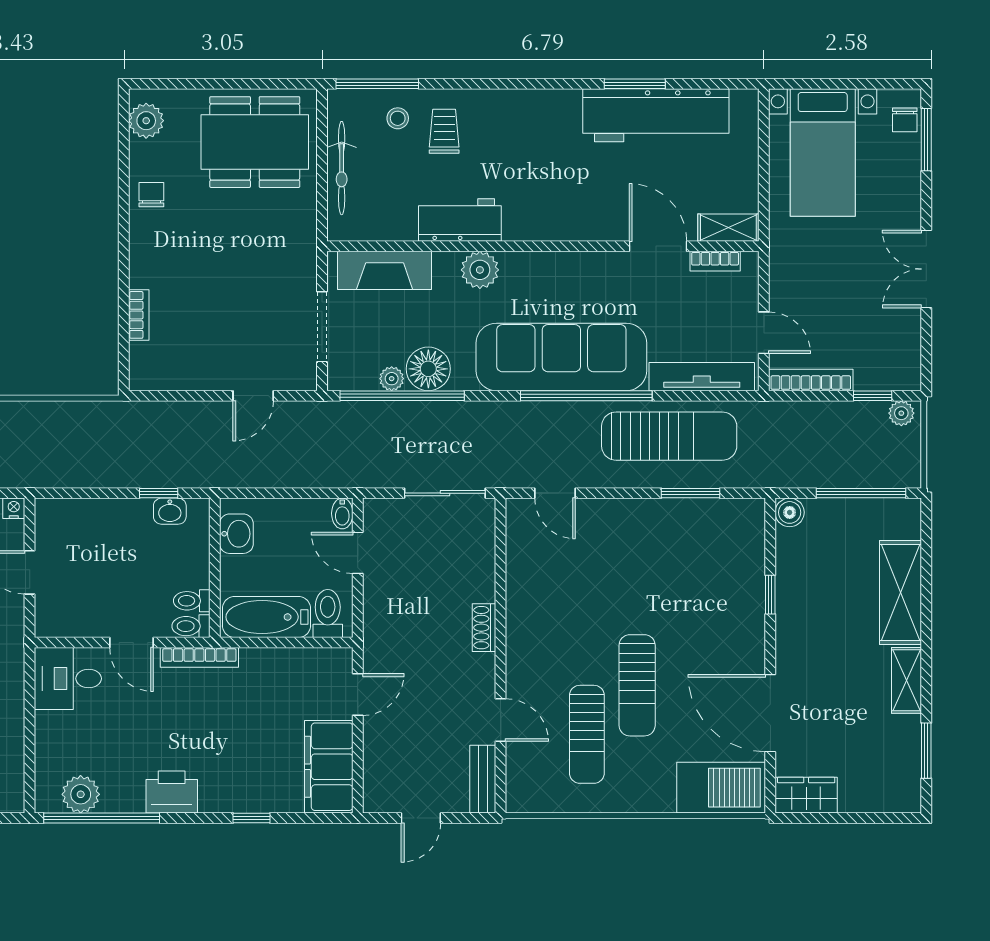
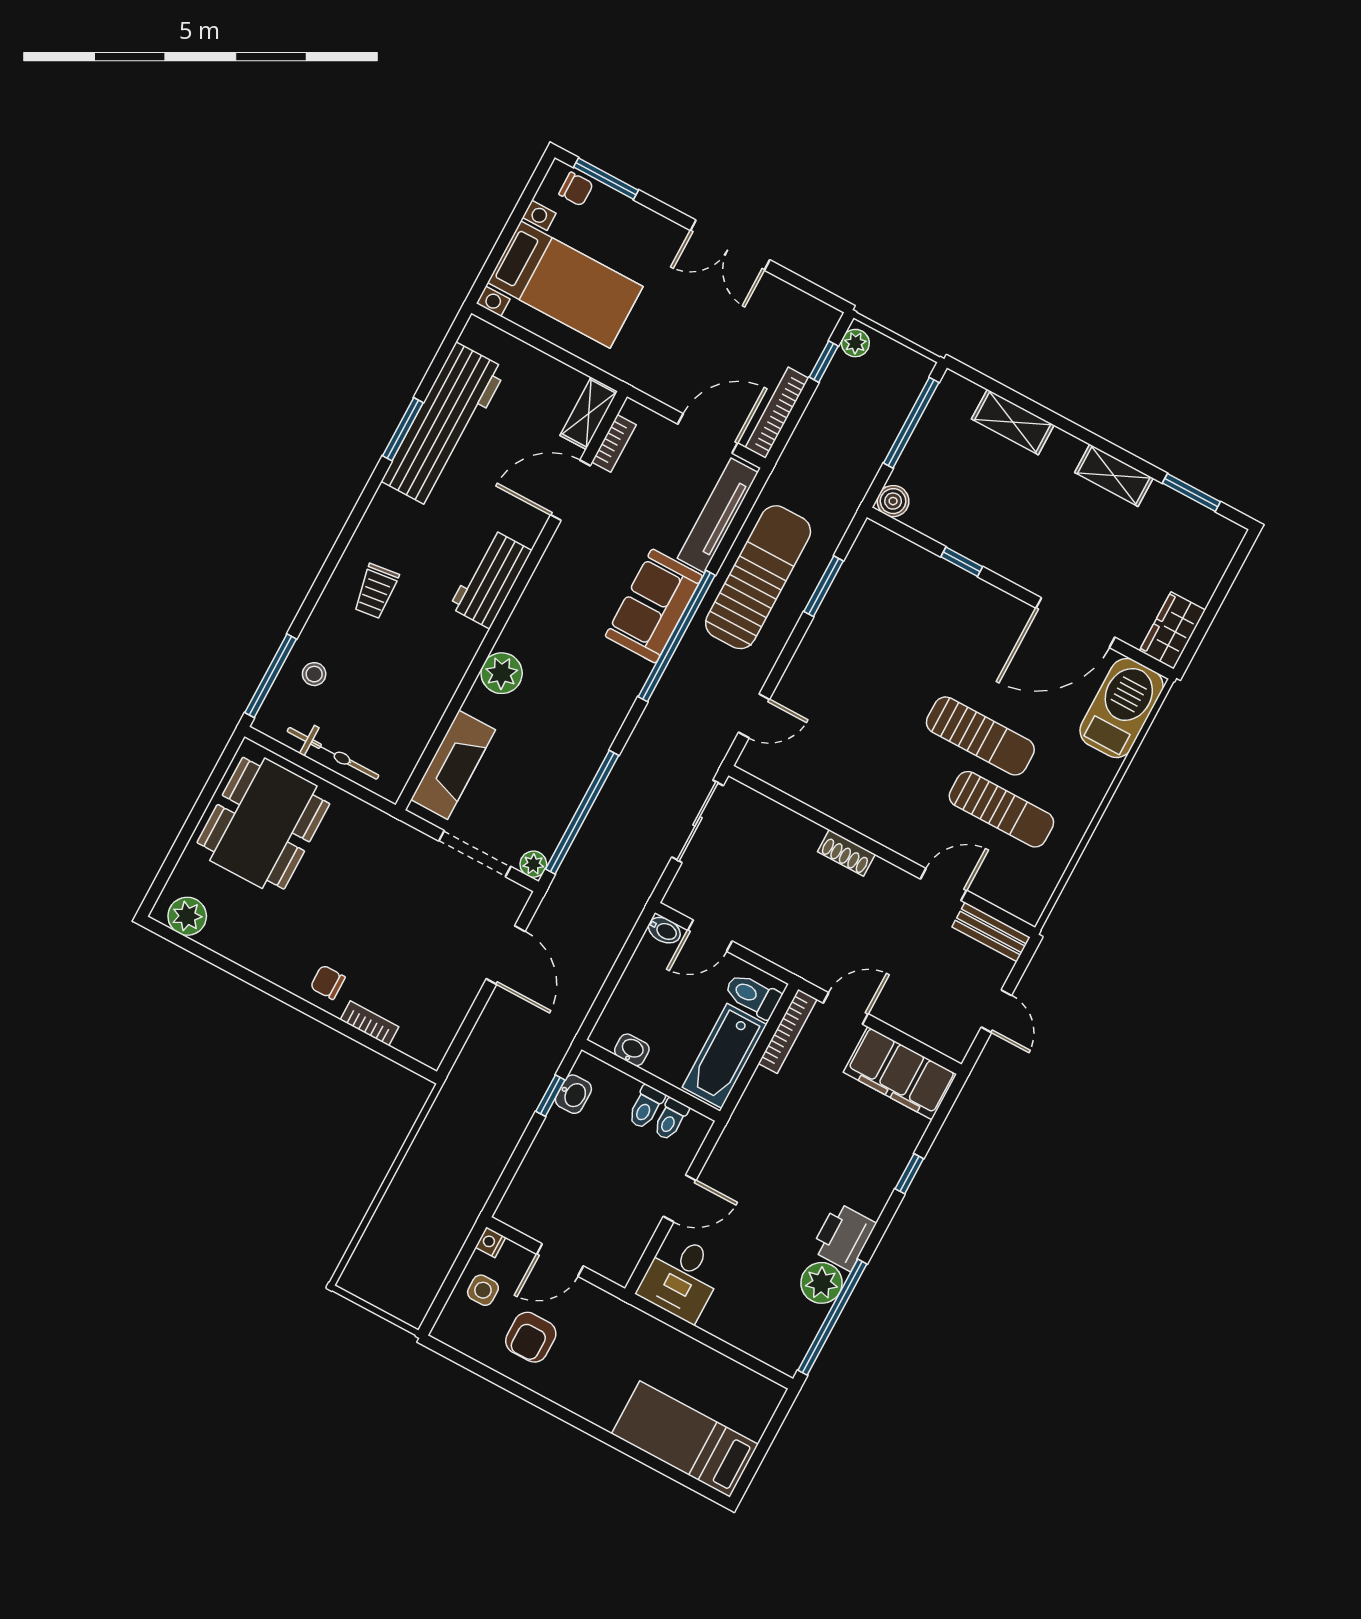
trolley: (444, 131) -> (376, 591), moved, turned -97
chair: (151, 195) -> (328, 982), moved
workbench: (460, 220) -> (491, 579), moved
door: (764, 333) -> (708, 434), width x1.38
sofa: (561, 357) -> (654, 606), width x0.54, depth x0.79
floor lamp: (428, 369) -> (570, 773), removed
plant: (392, 379) -> (533, 864), moved
door: (253, 396) -> (506, 955), width x1.38
washbasin: (236, 534) -> (632, 1050), width x0.72, depth x0.69
shelving: (901, 593) -> (1013, 422), width x0.67, depth x0.75
toilet: (191, 626) -> (646, 1107), moved
bookcase: (199, 657) -> (788, 1031), moved
door: (358, 695) -> (846, 1008), hinge flipped
plant: (81, 794) -> (822, 1283), moved

